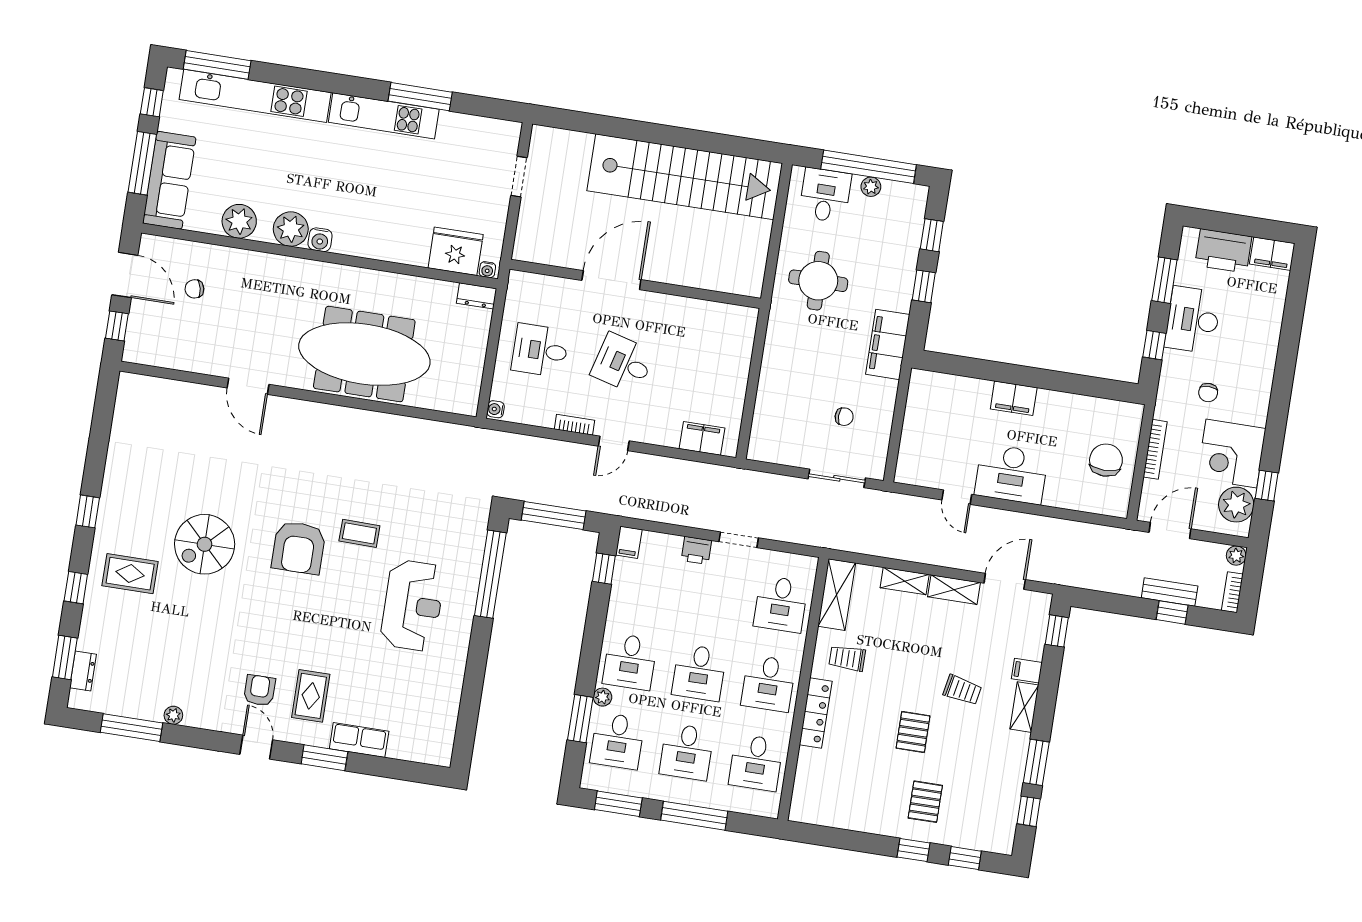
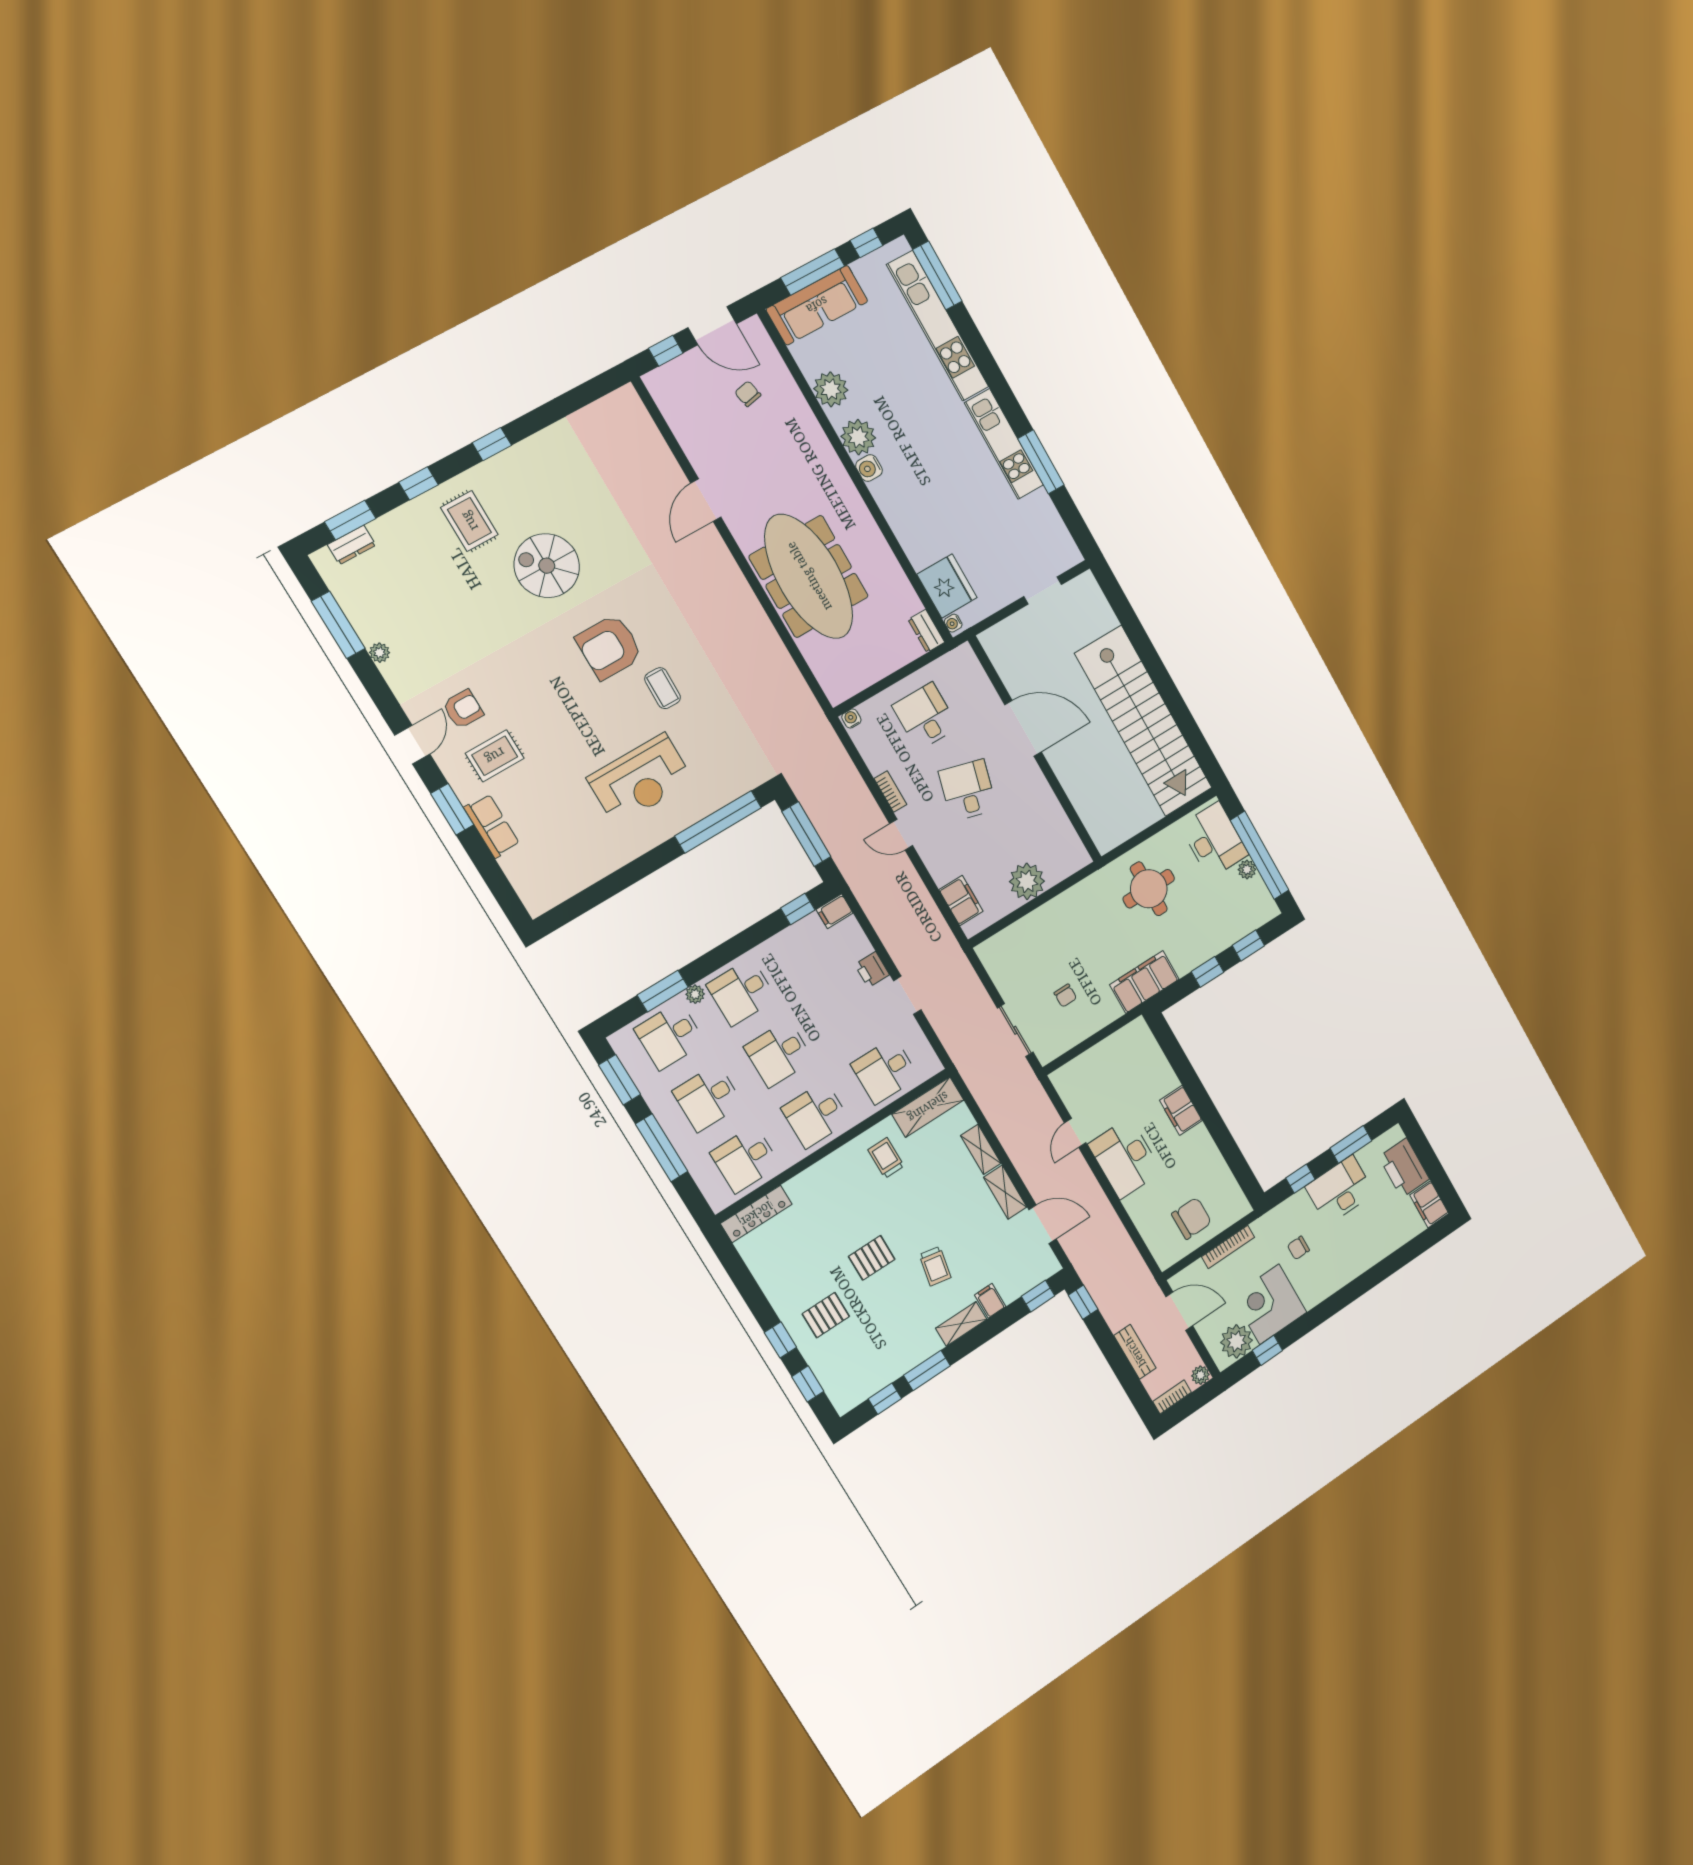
desk: (825, 195) -> (1214, 840), width x1.37
door: (125, 275) -> (712, 326), hinge flipped
plant: (731, 374) -> (1027, 881), added
window: (1172, 612) -> (1083, 1302), moved
locker: (816, 713) -> (756, 1214), moved

